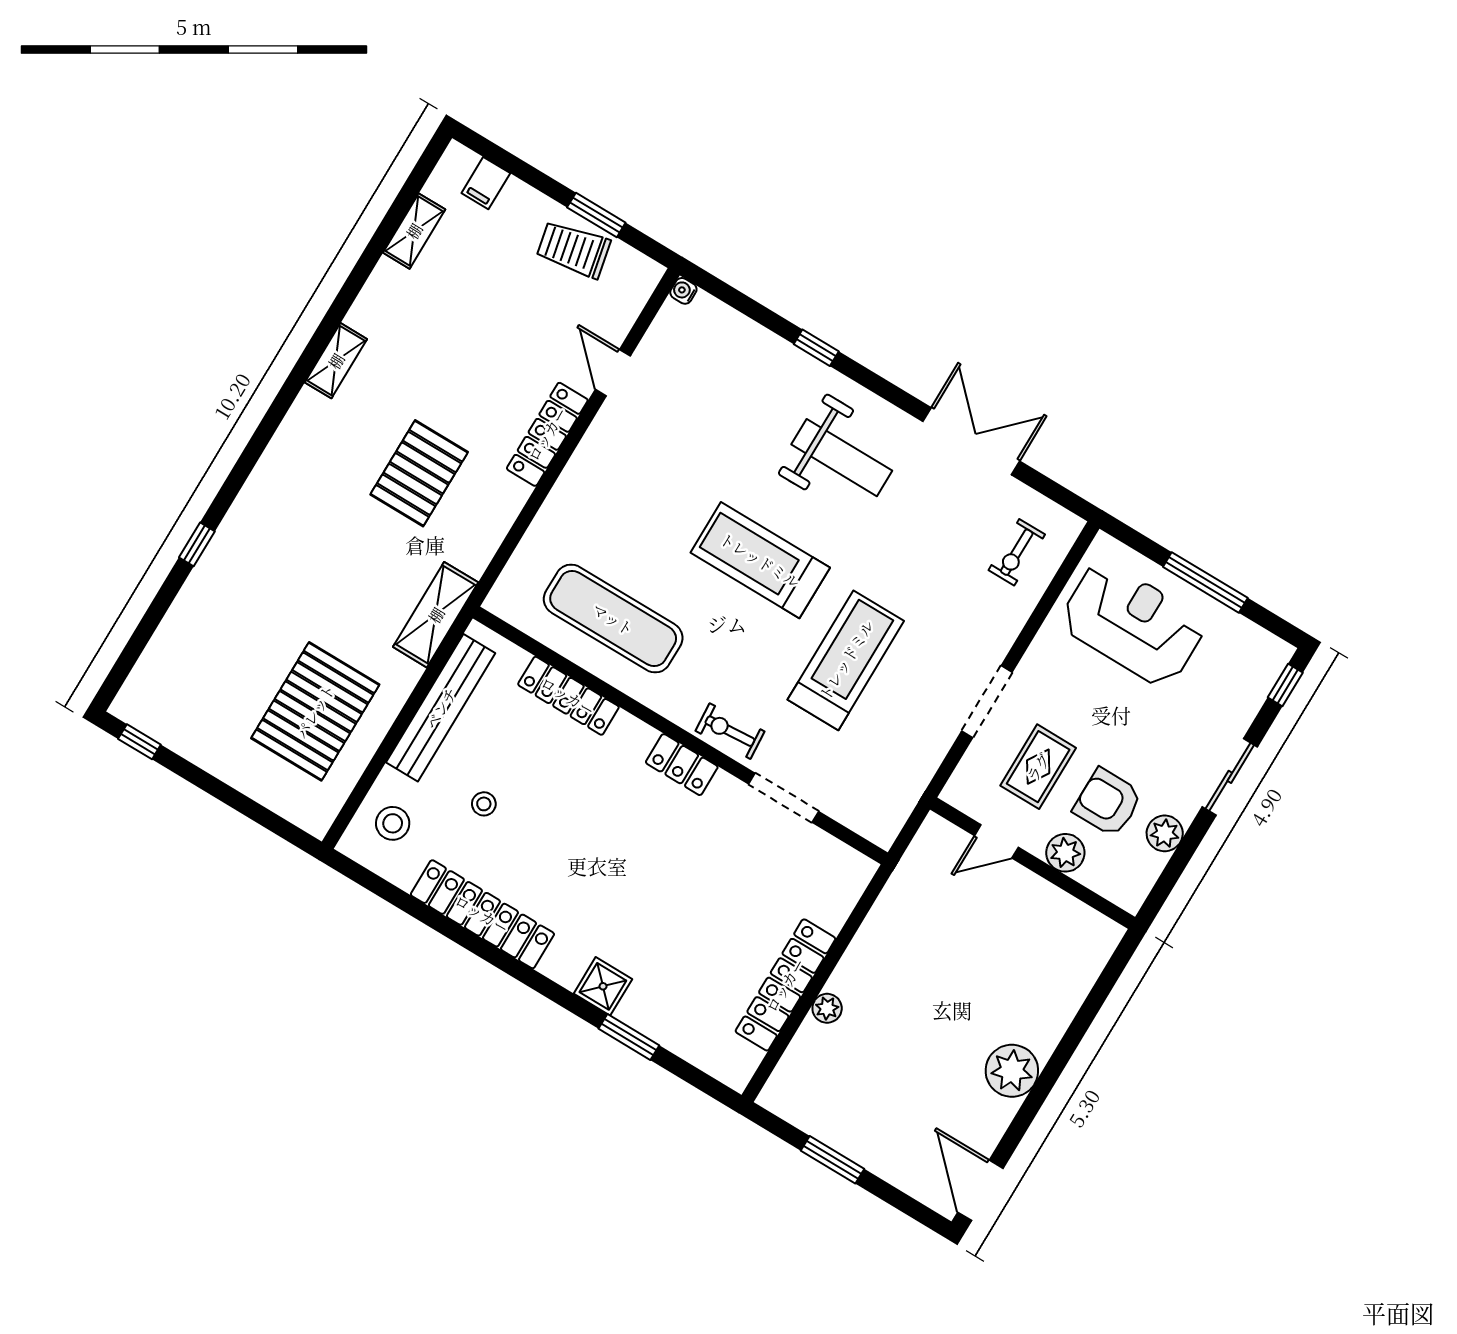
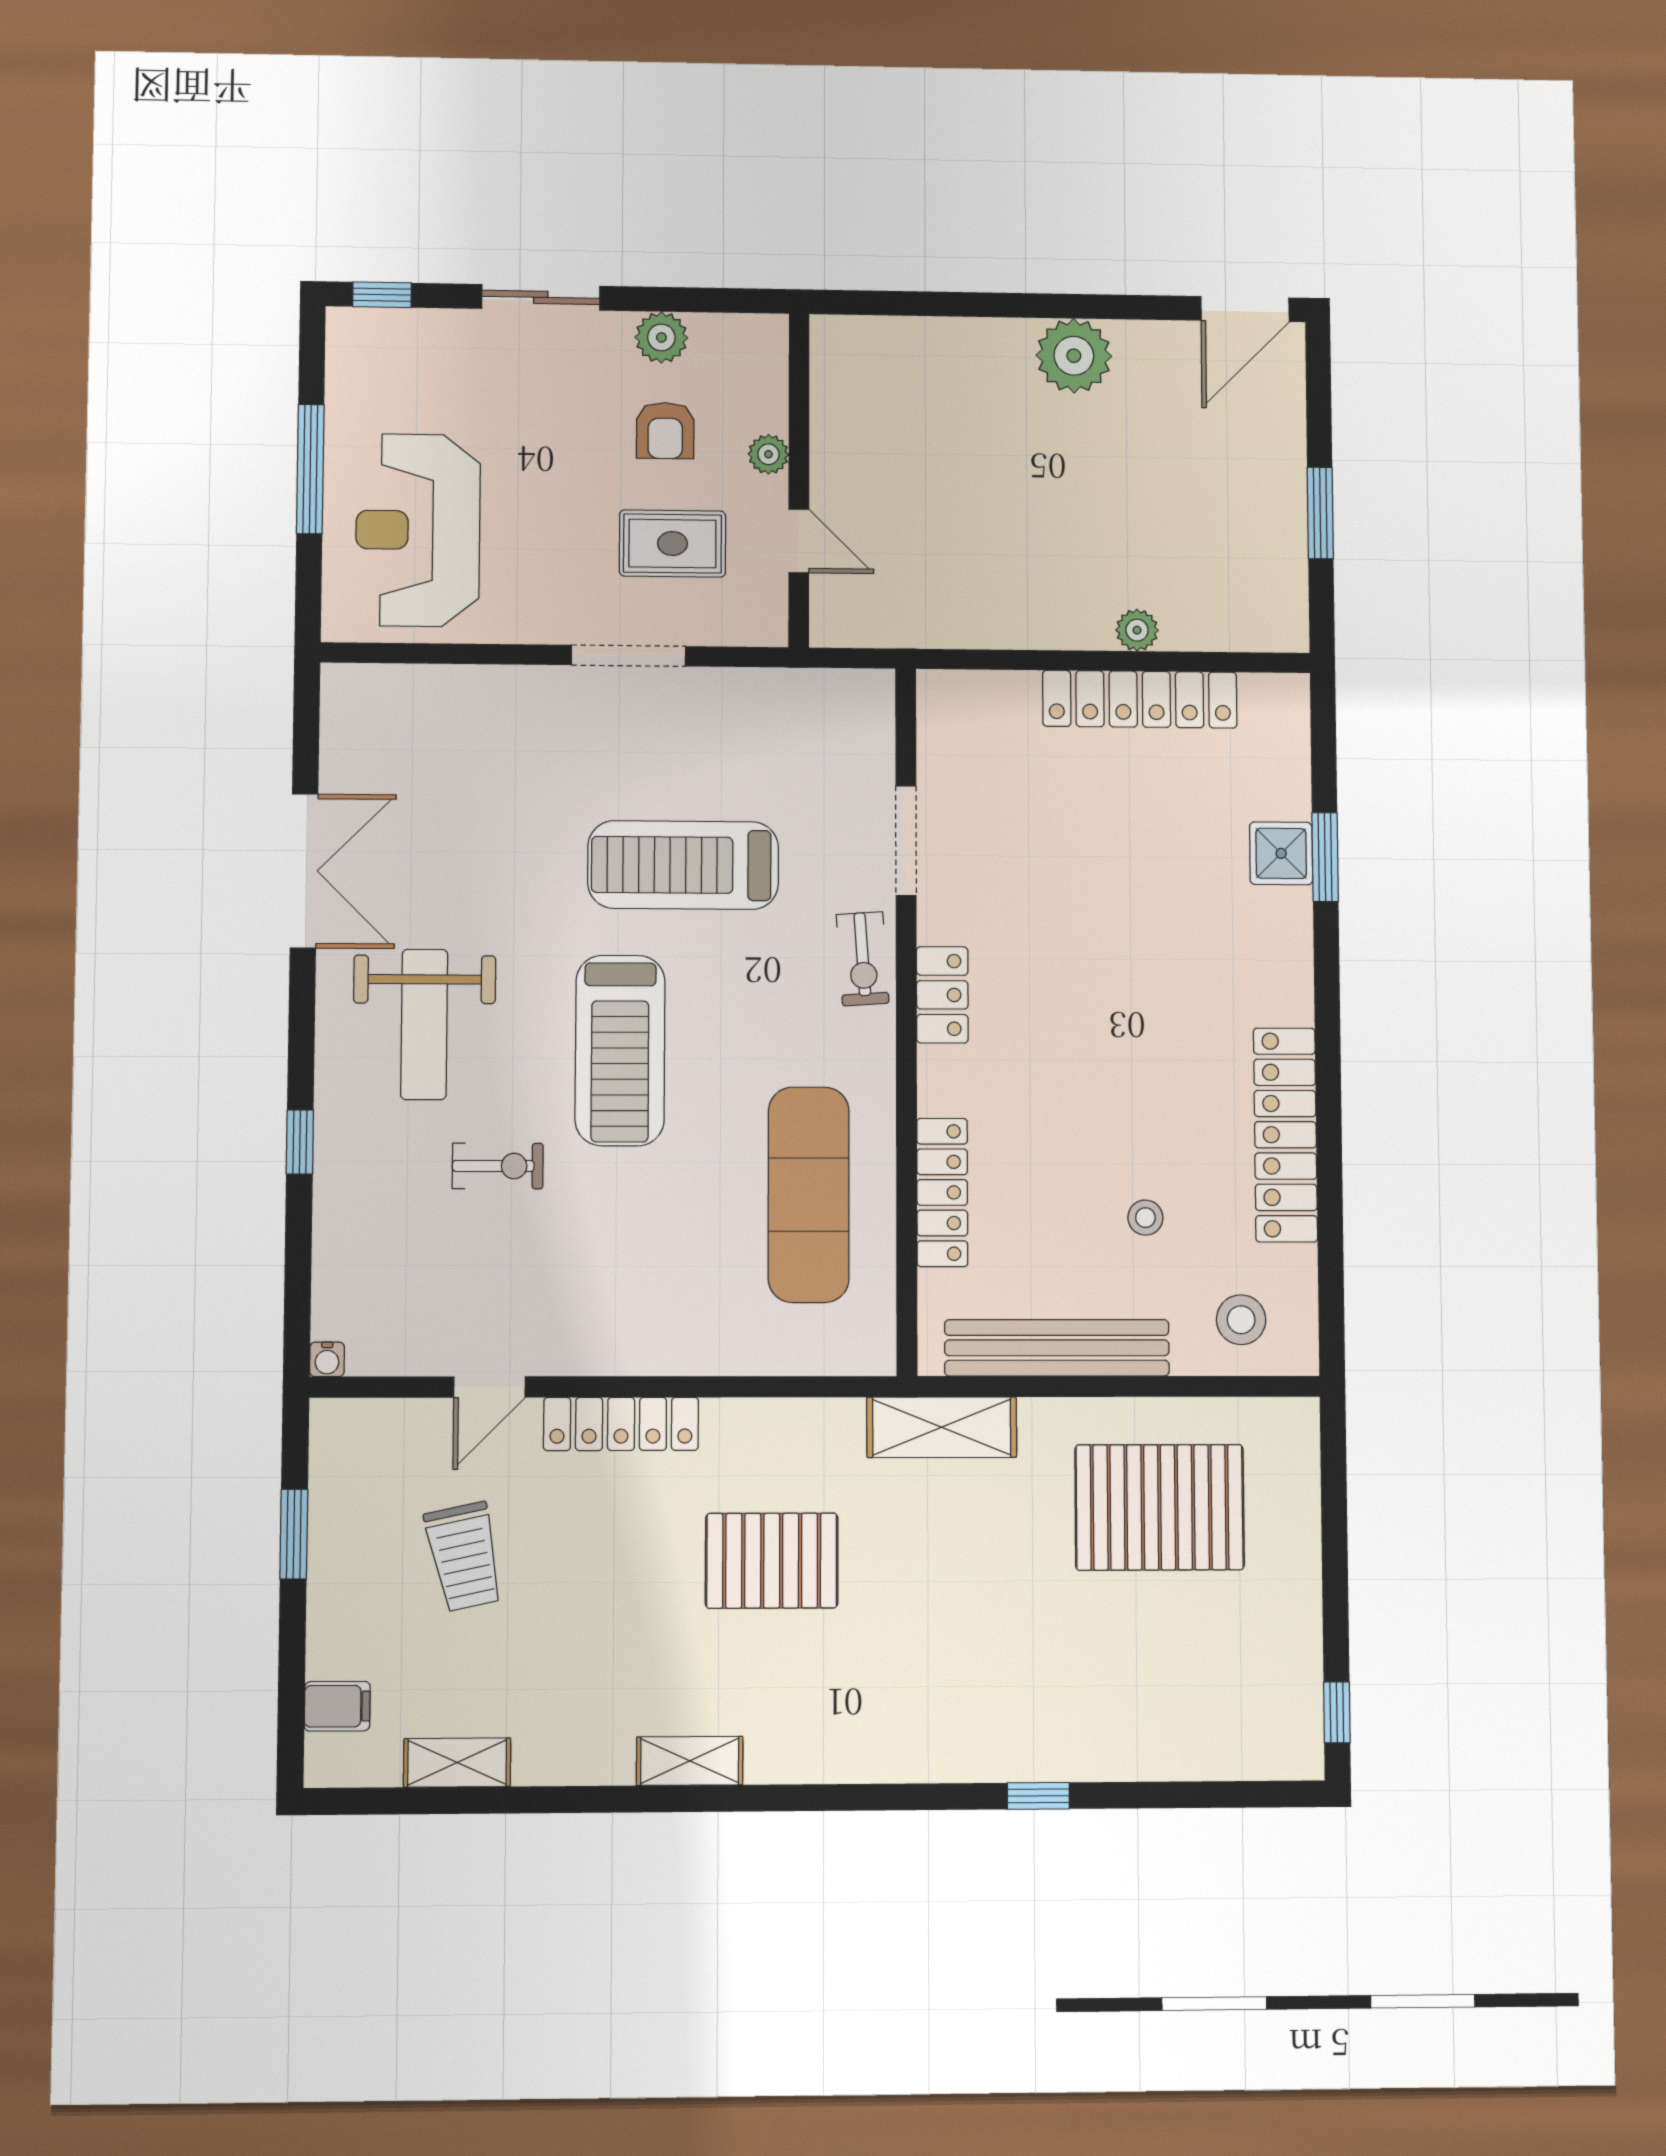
trolley: (573, 249) -> (464, 1557), moved
double door: (971, 441) -> (304, 871), swing flipped
weight bench: (842, 458) -> (424, 1024), turned 180
exercise bike: (1017, 552) -> (498, 1166), moved
armchair: (1108, 802) -> (665, 431), width x0.72, depth x0.72
plant: (1065, 853) -> (768, 454), width x0.73, depth x0.73
shower: (603, 986) -> (1281, 853), moved

